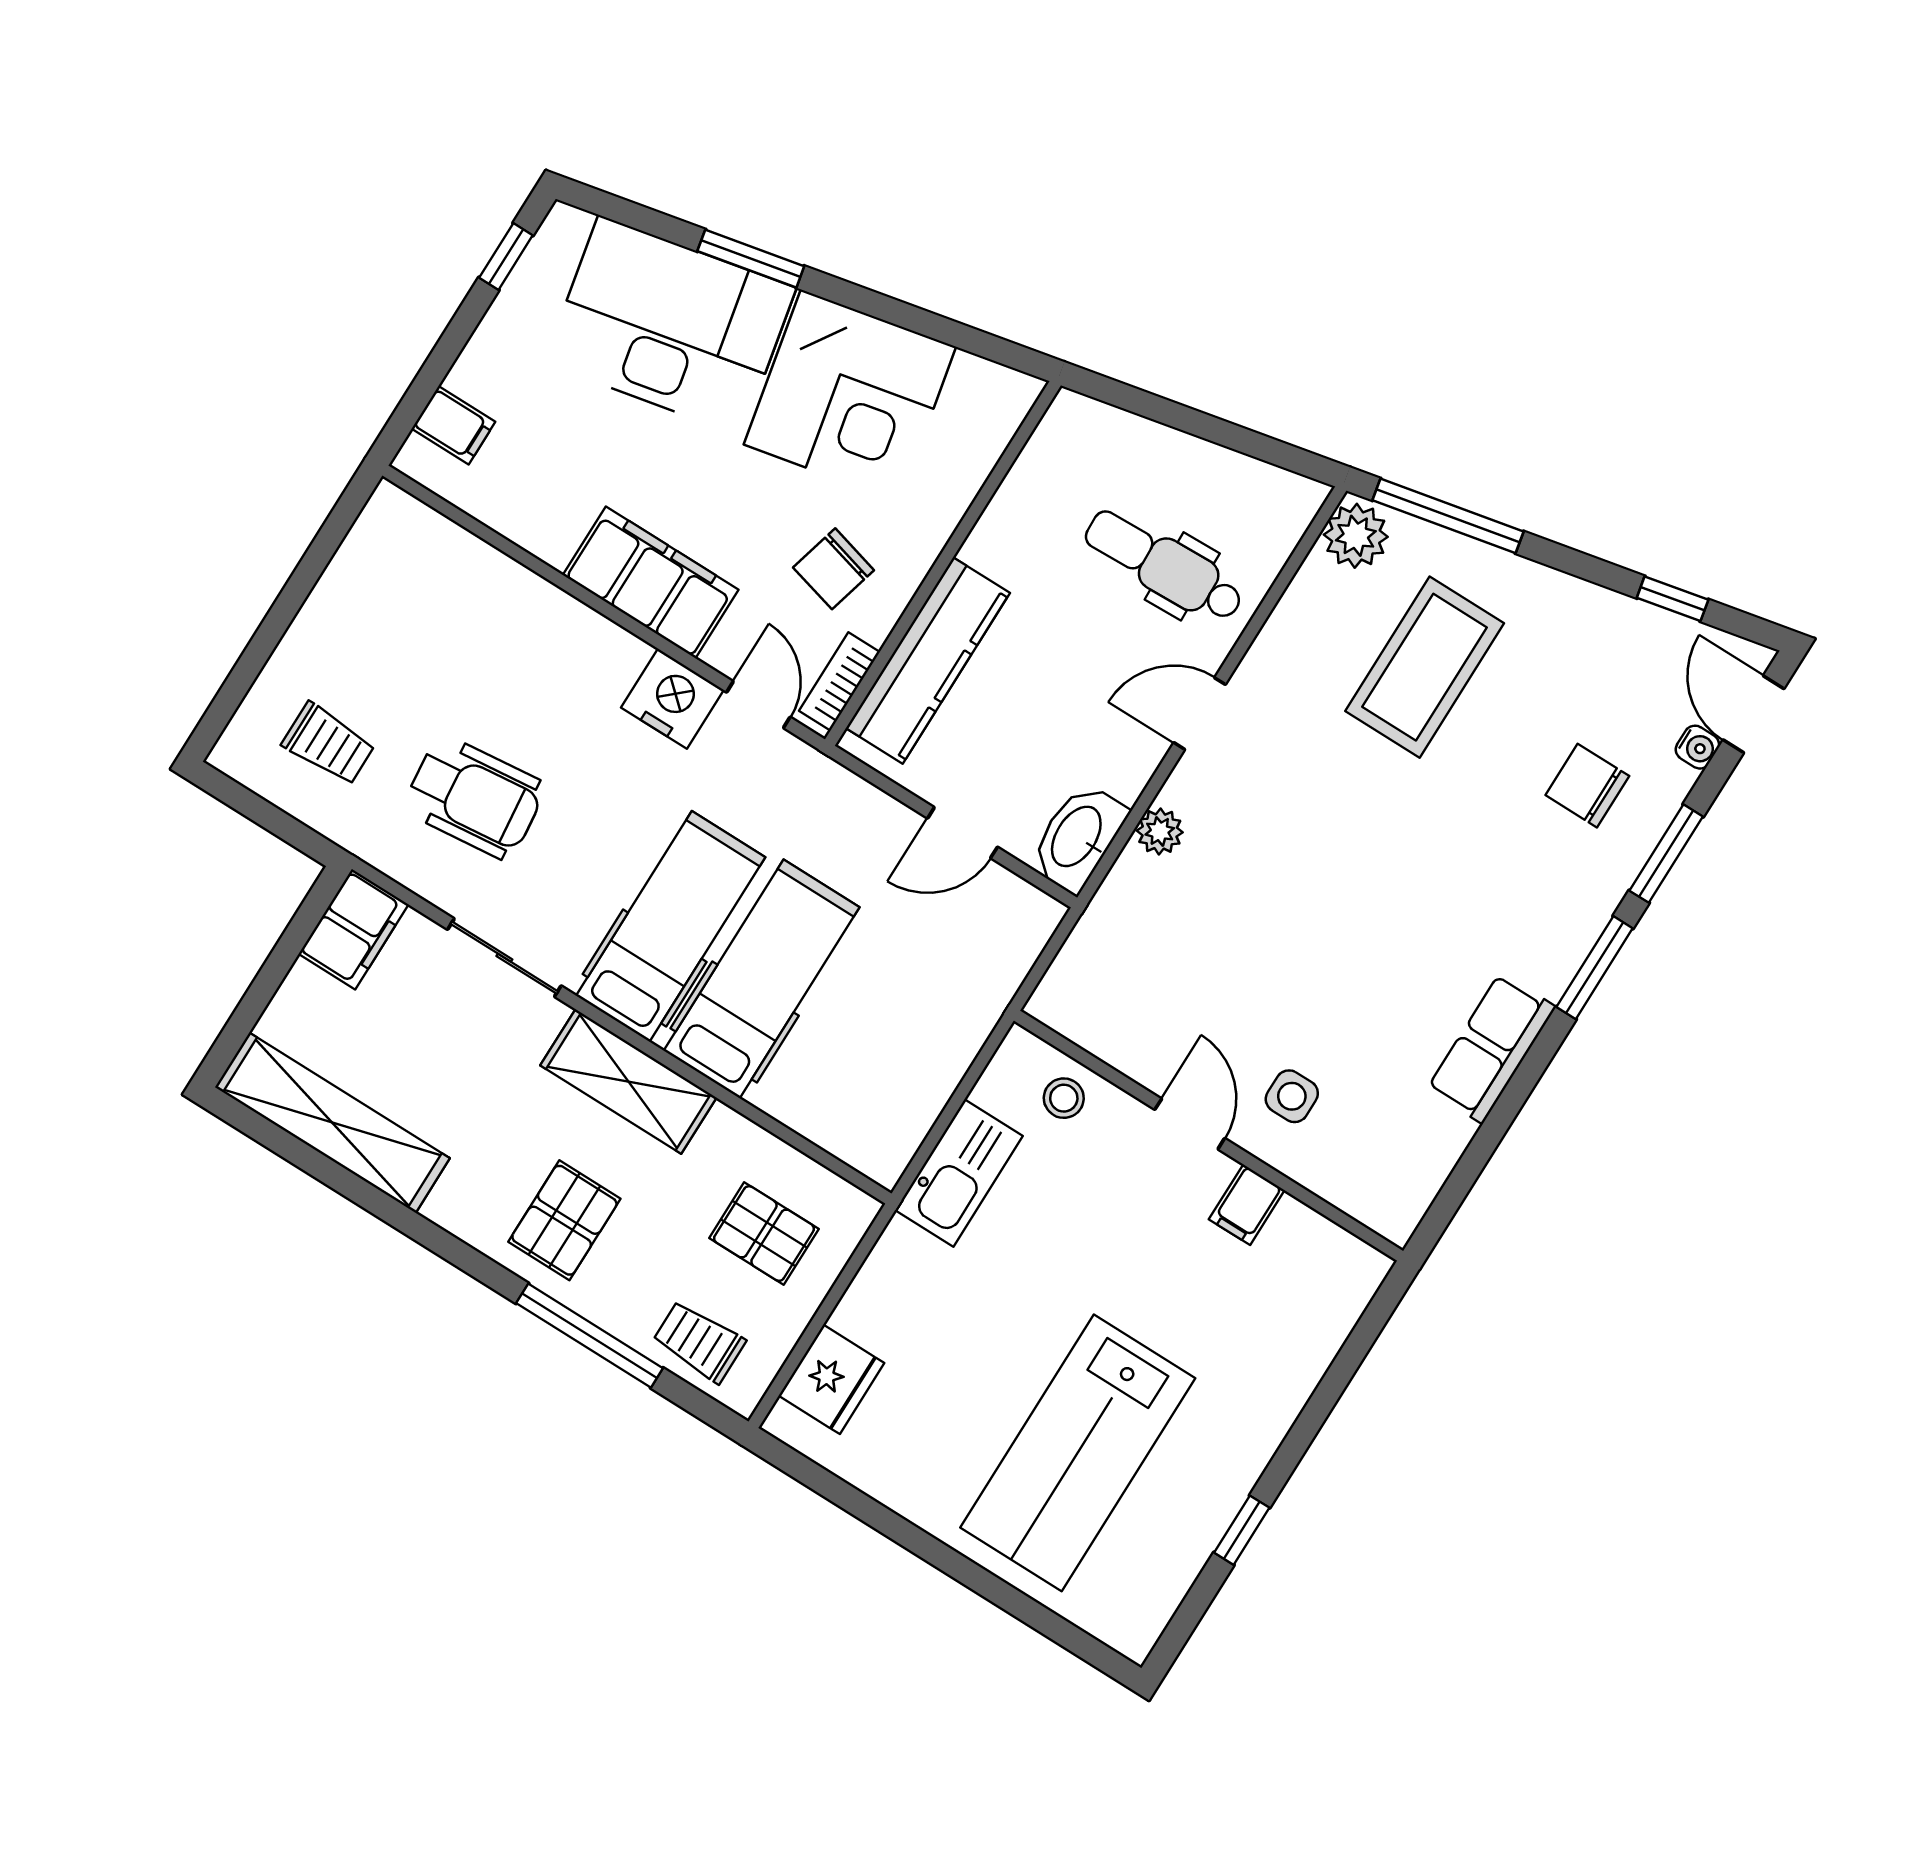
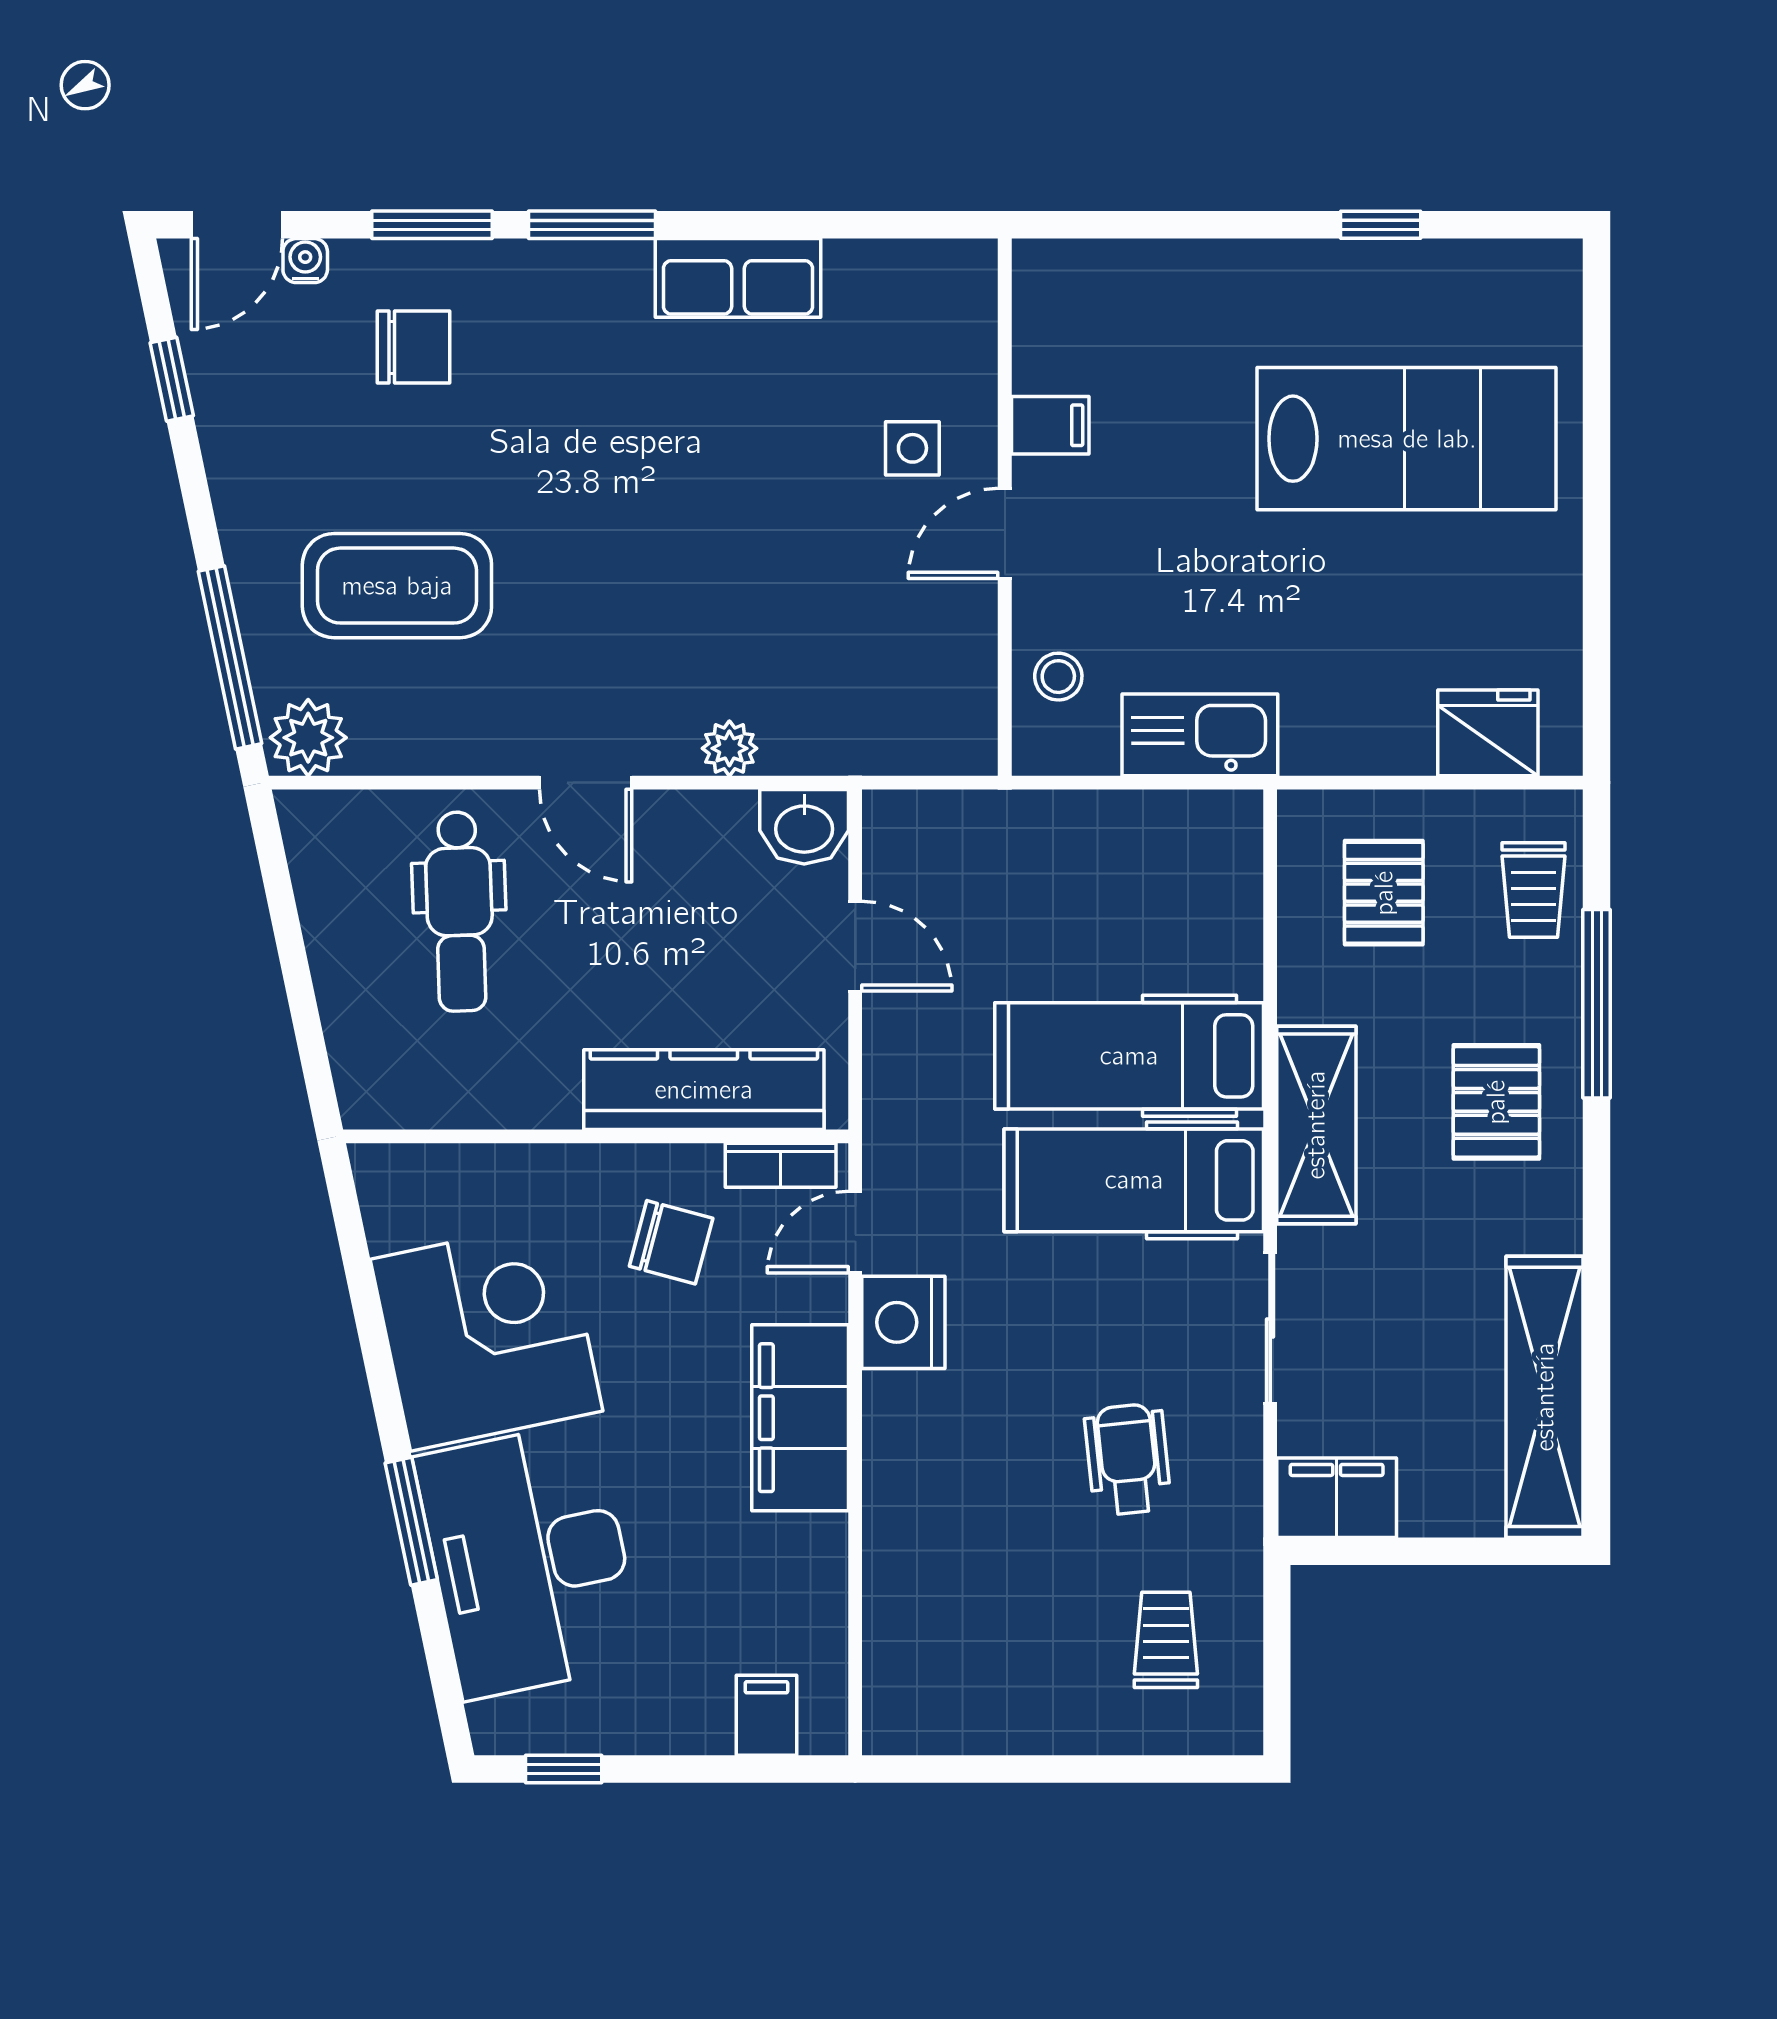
chair: (1587, 786) -> (413, 347), turned -90
wheelchair: (474, 797) -> (1128, 1459), width x0.73, depth x0.73
washbasin: (1078, 837) -> (804, 827), width x0.72
pallet: (564, 1220) -> (1496, 1102), turned 90

